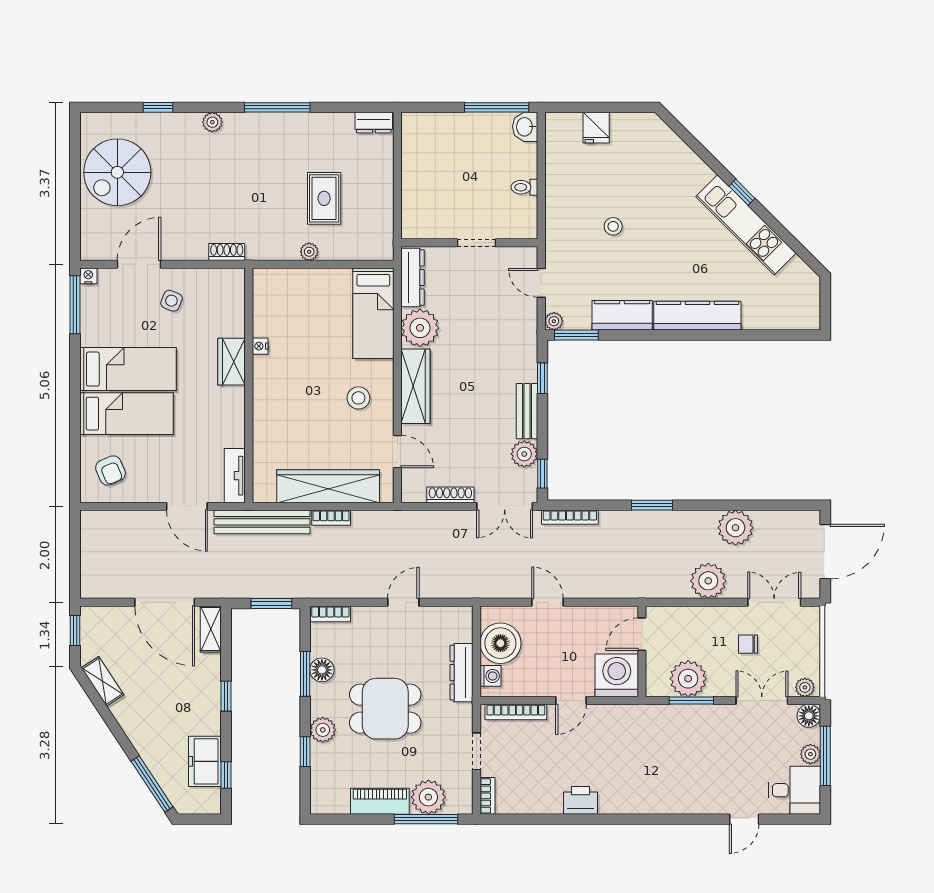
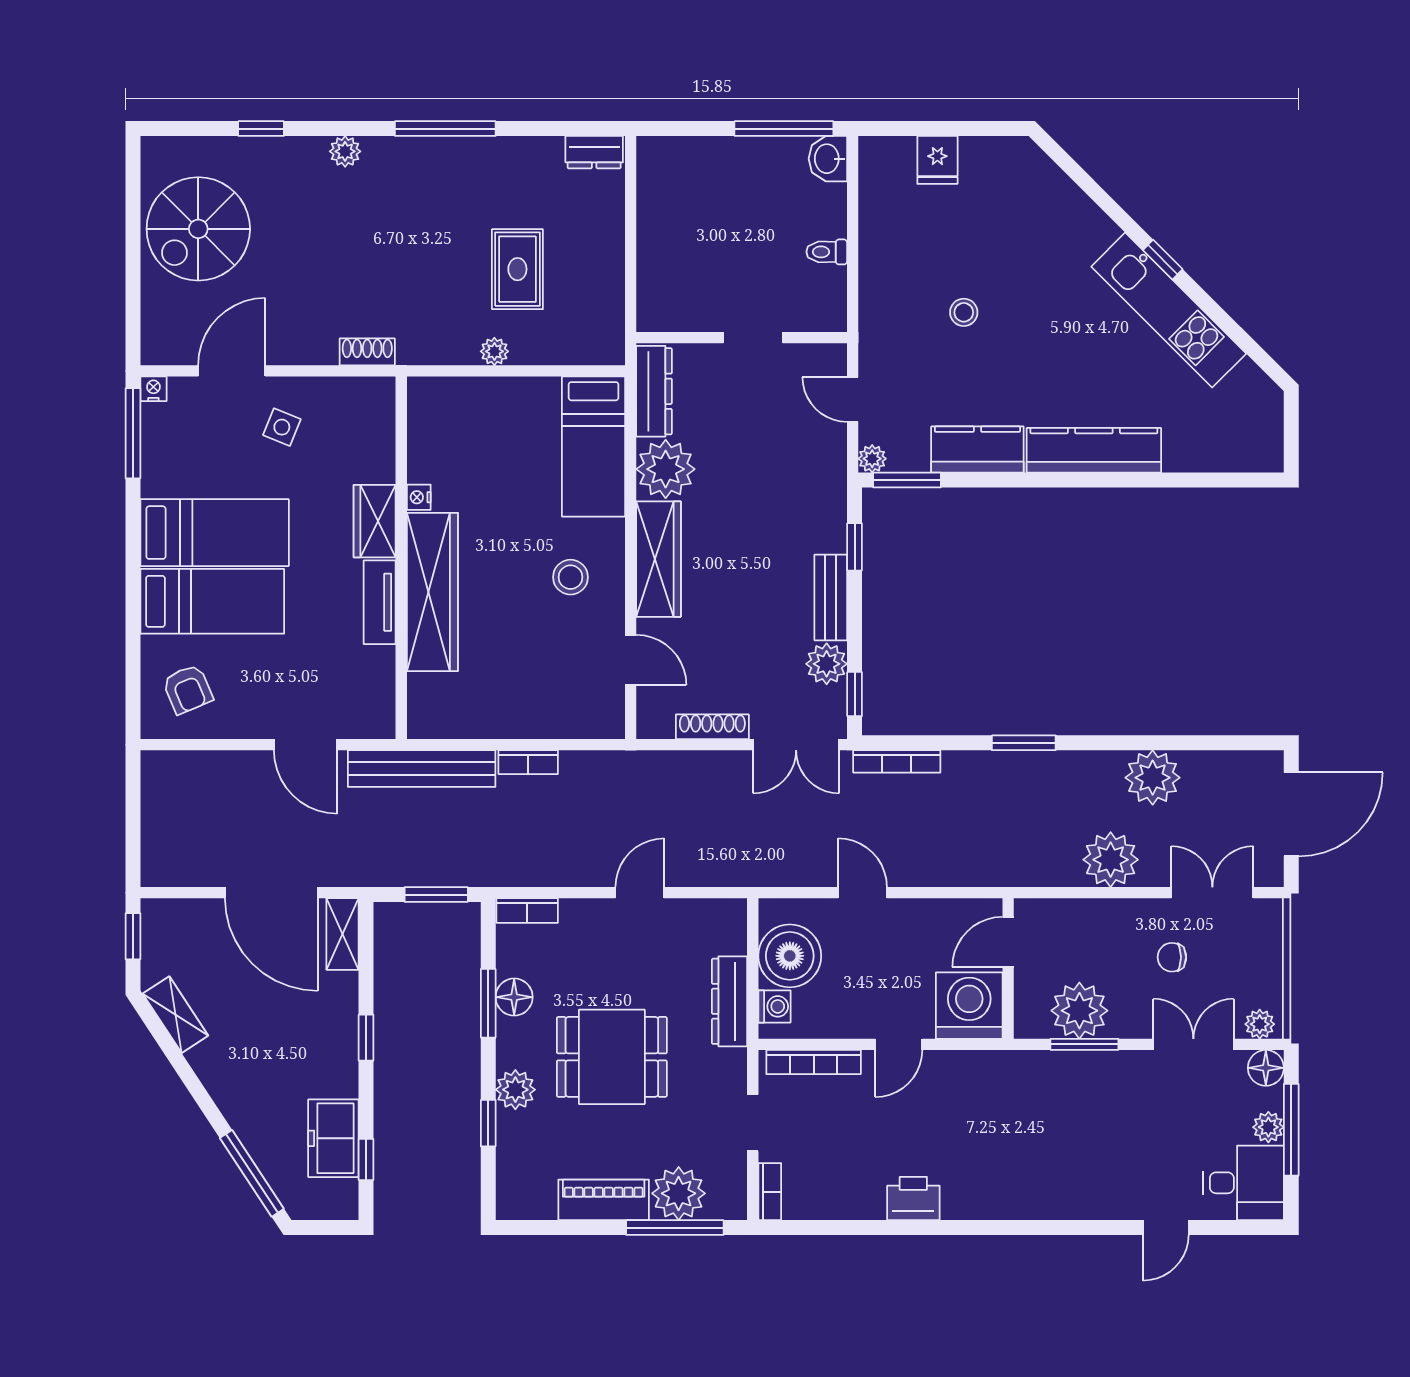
tv unit: (235, 476) -> (380, 602), moved
wardrobe: (328, 486) -> (432, 592), moved, turned 90

